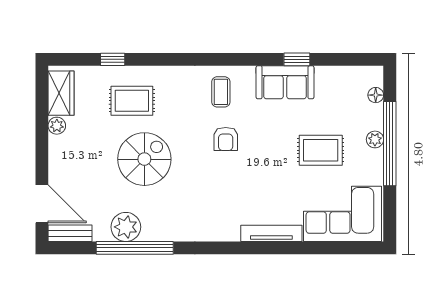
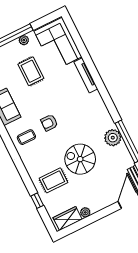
rug: (132, 101) -> (53, 180), turned 90
armchair: (226, 139) -> (49, 123), turned 180
plant: (375, 139) -> (24, 40), moved
plant: (126, 227) -> (113, 138), moved

